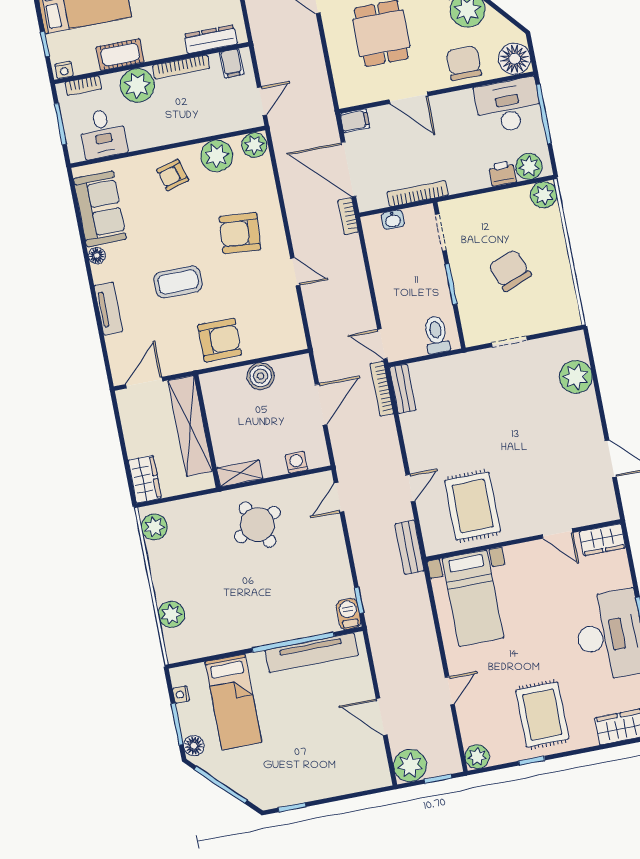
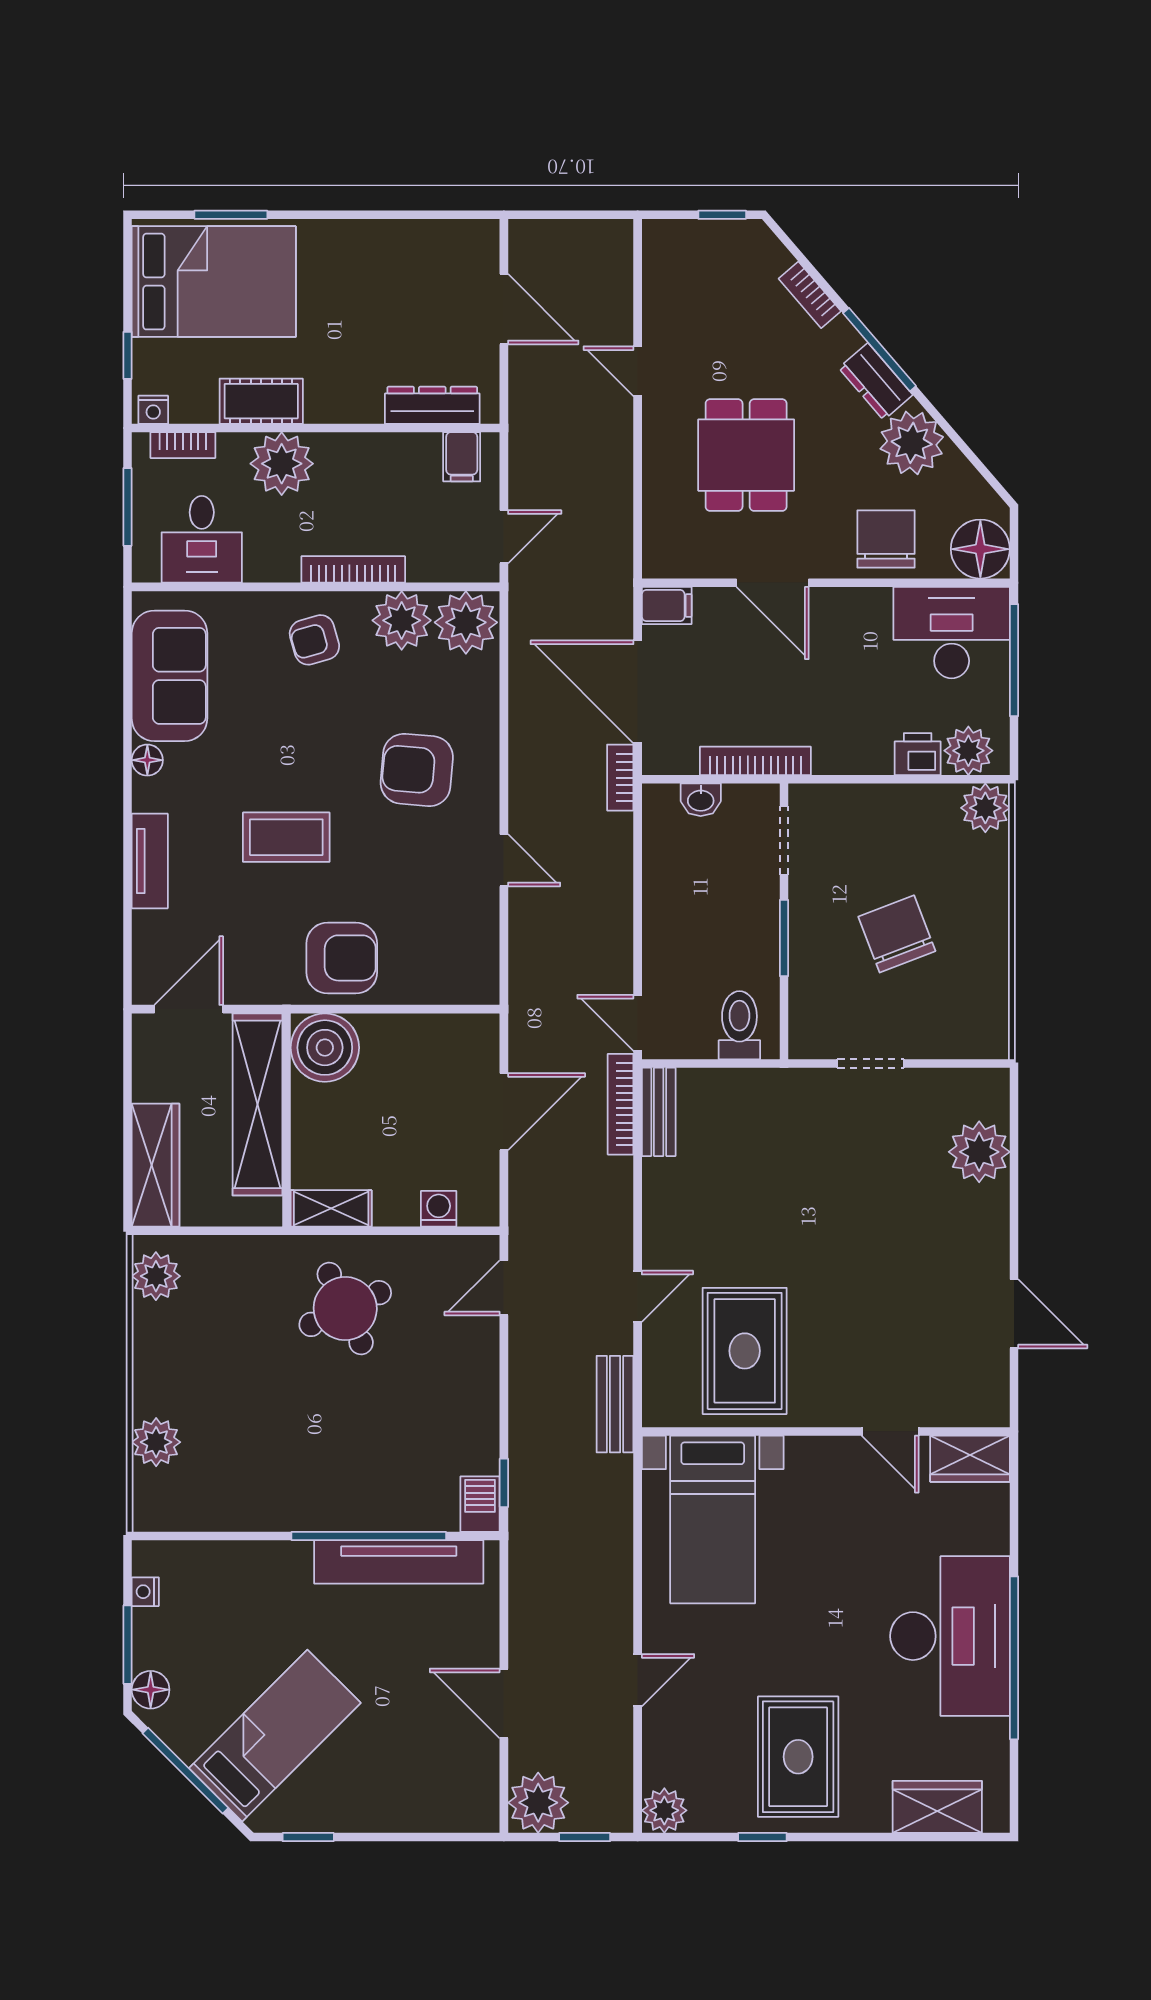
bookcase: (181, 67) -> (353, 569), moved, turned 180
plant: (254, 145) -> (466, 622), width x1.36, depth x1.36
boiler: (261, 376) -> (325, 1048), moved, width x1.37, depth x1.37
wardrobe: (145, 479) -> (156, 1165), width x1.50
bed: (233, 702) -> (275, 1736), moved, turned -135

